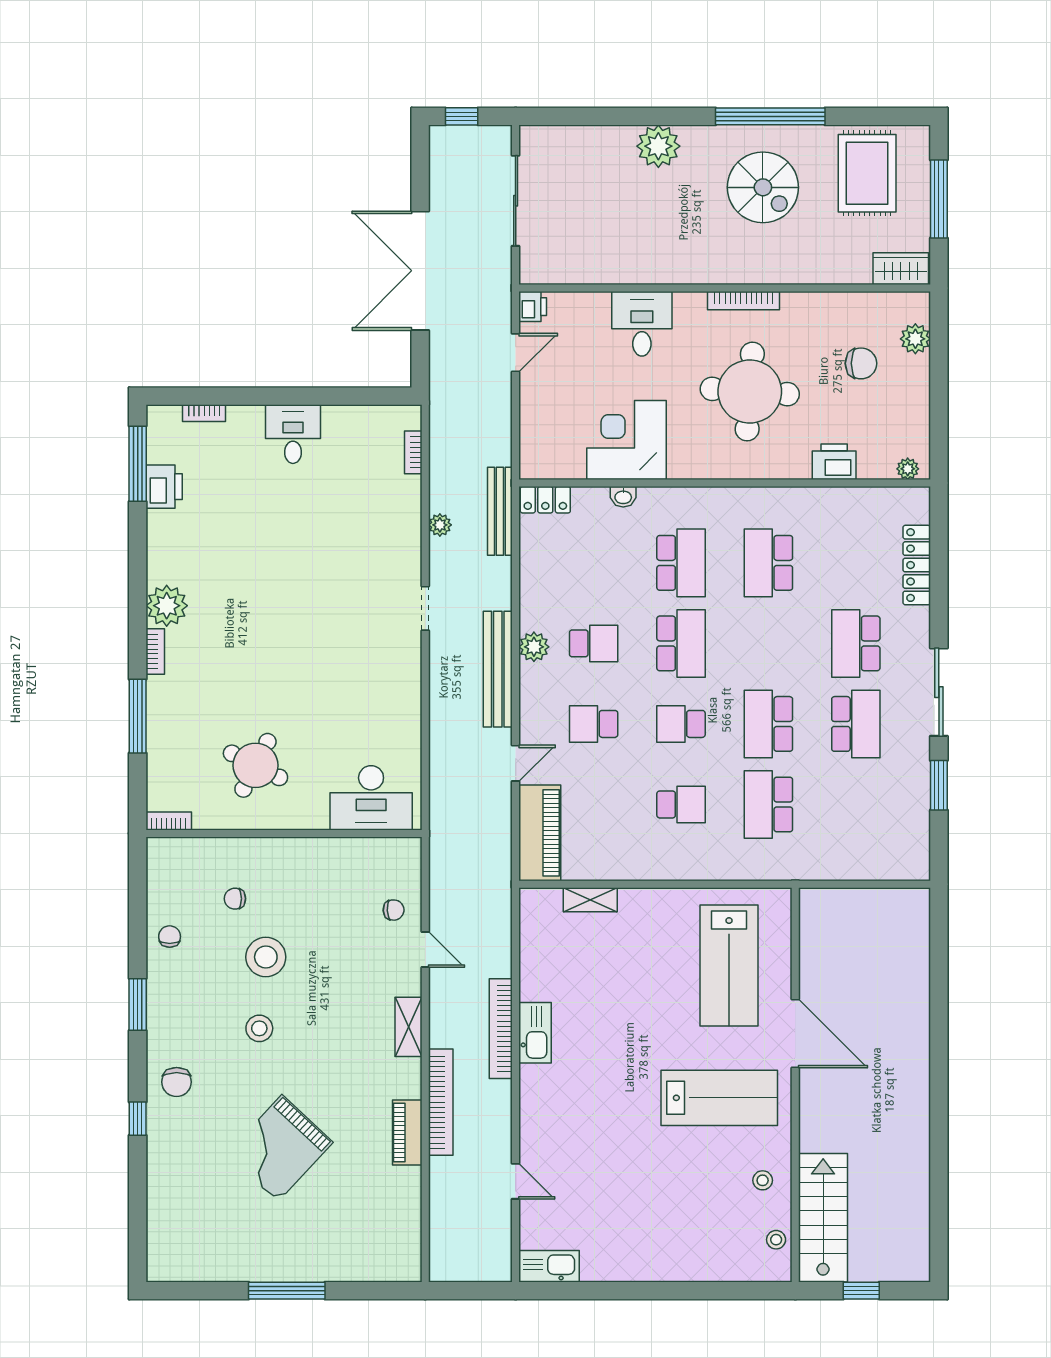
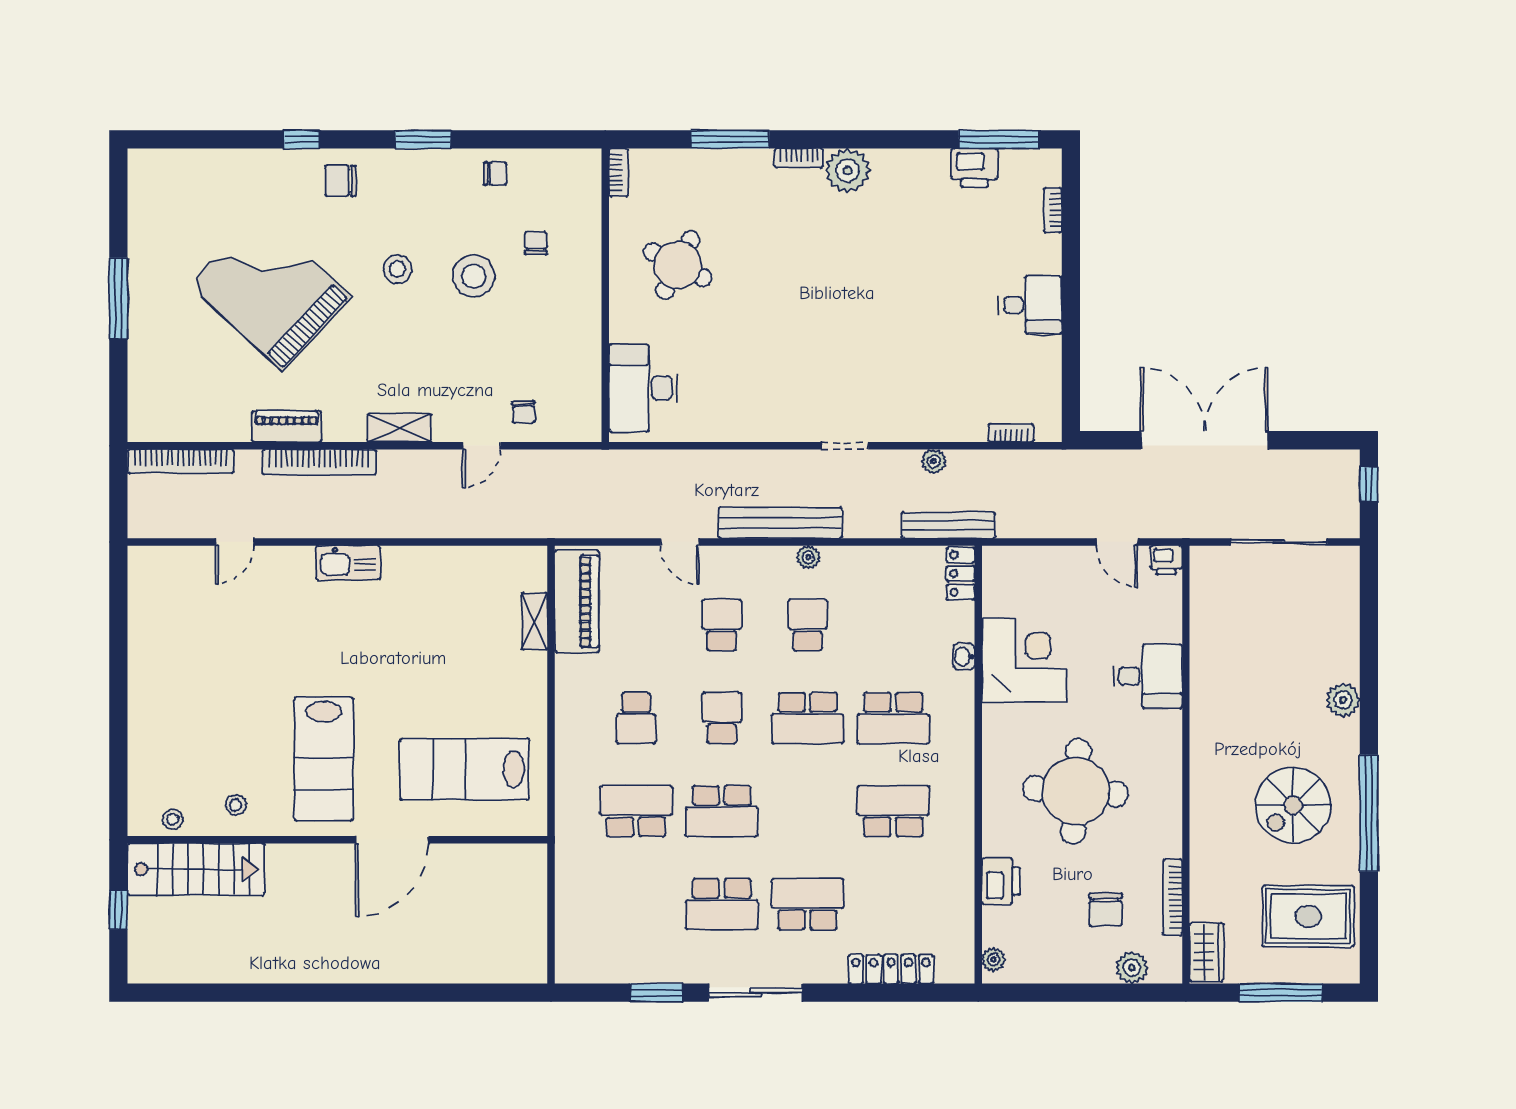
plant: (658, 146) -> (1343, 700), width x0.73, depth x0.73
bookcase: (743, 301) -> (1173, 897), moved
school desk: (594, 643) -> (808, 625), turned 180
plant: (534, 647) -> (808, 557), width x0.73, depth x0.73
school desk: (768, 724) -> (722, 811), turned 180
piano: (540, 833) -> (577, 601), moved, turned -90
bookcase: (501, 1029) -> (181, 461), moved, turned 180
kitchen sink: (535, 1033) -> (348, 563), moved
grand piano: (280, 1148) -> (270, 291), width x1.37, depth x1.48
kitchen sink: (549, 1266) -> (144, 578), removed

